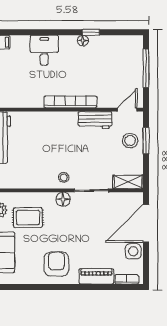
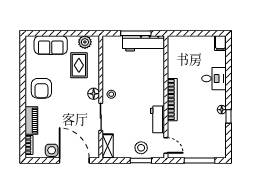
armchair: (56, 264) -> (41, 88), turned 90

